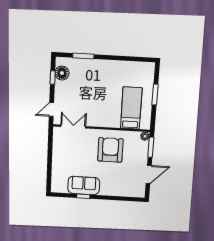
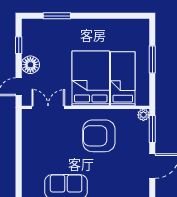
floor lamp: (62, 73) -> (30, 65), moved
bed: (107, 106) -> (91, 78), added
armchair: (110, 150) -> (99, 136), turned -90

